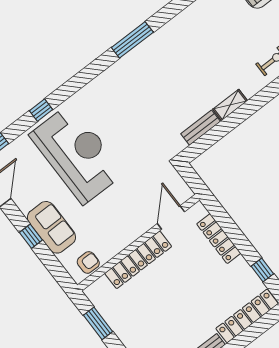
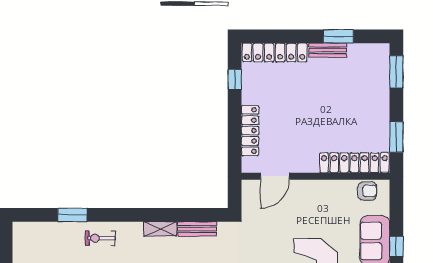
locker: (138, 260) -> (354, 163), moved
armchair: (88, 262) -> (367, 191), turned 180

